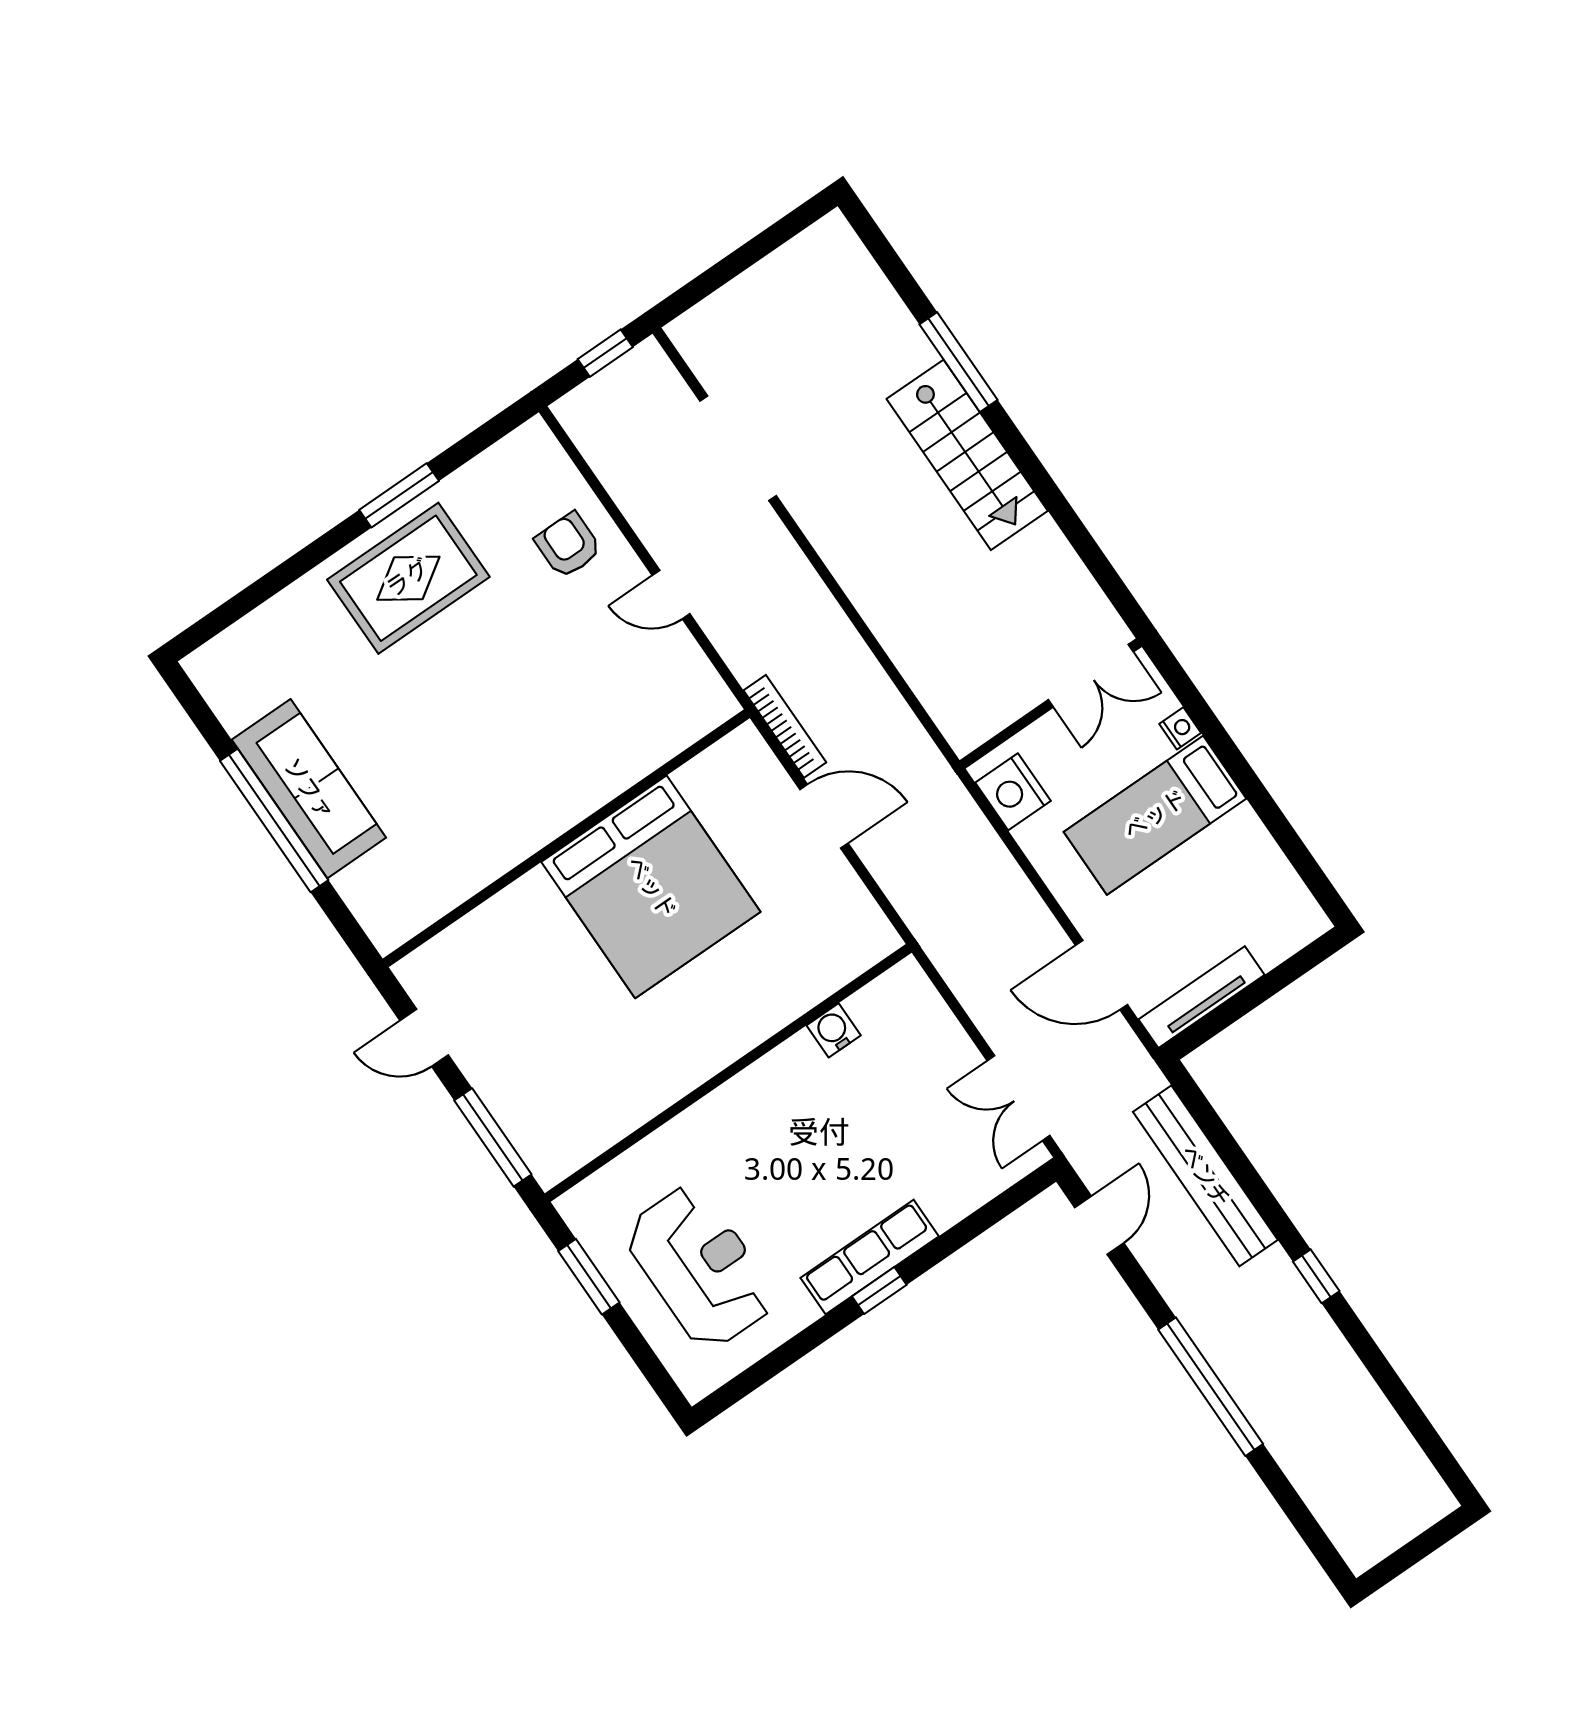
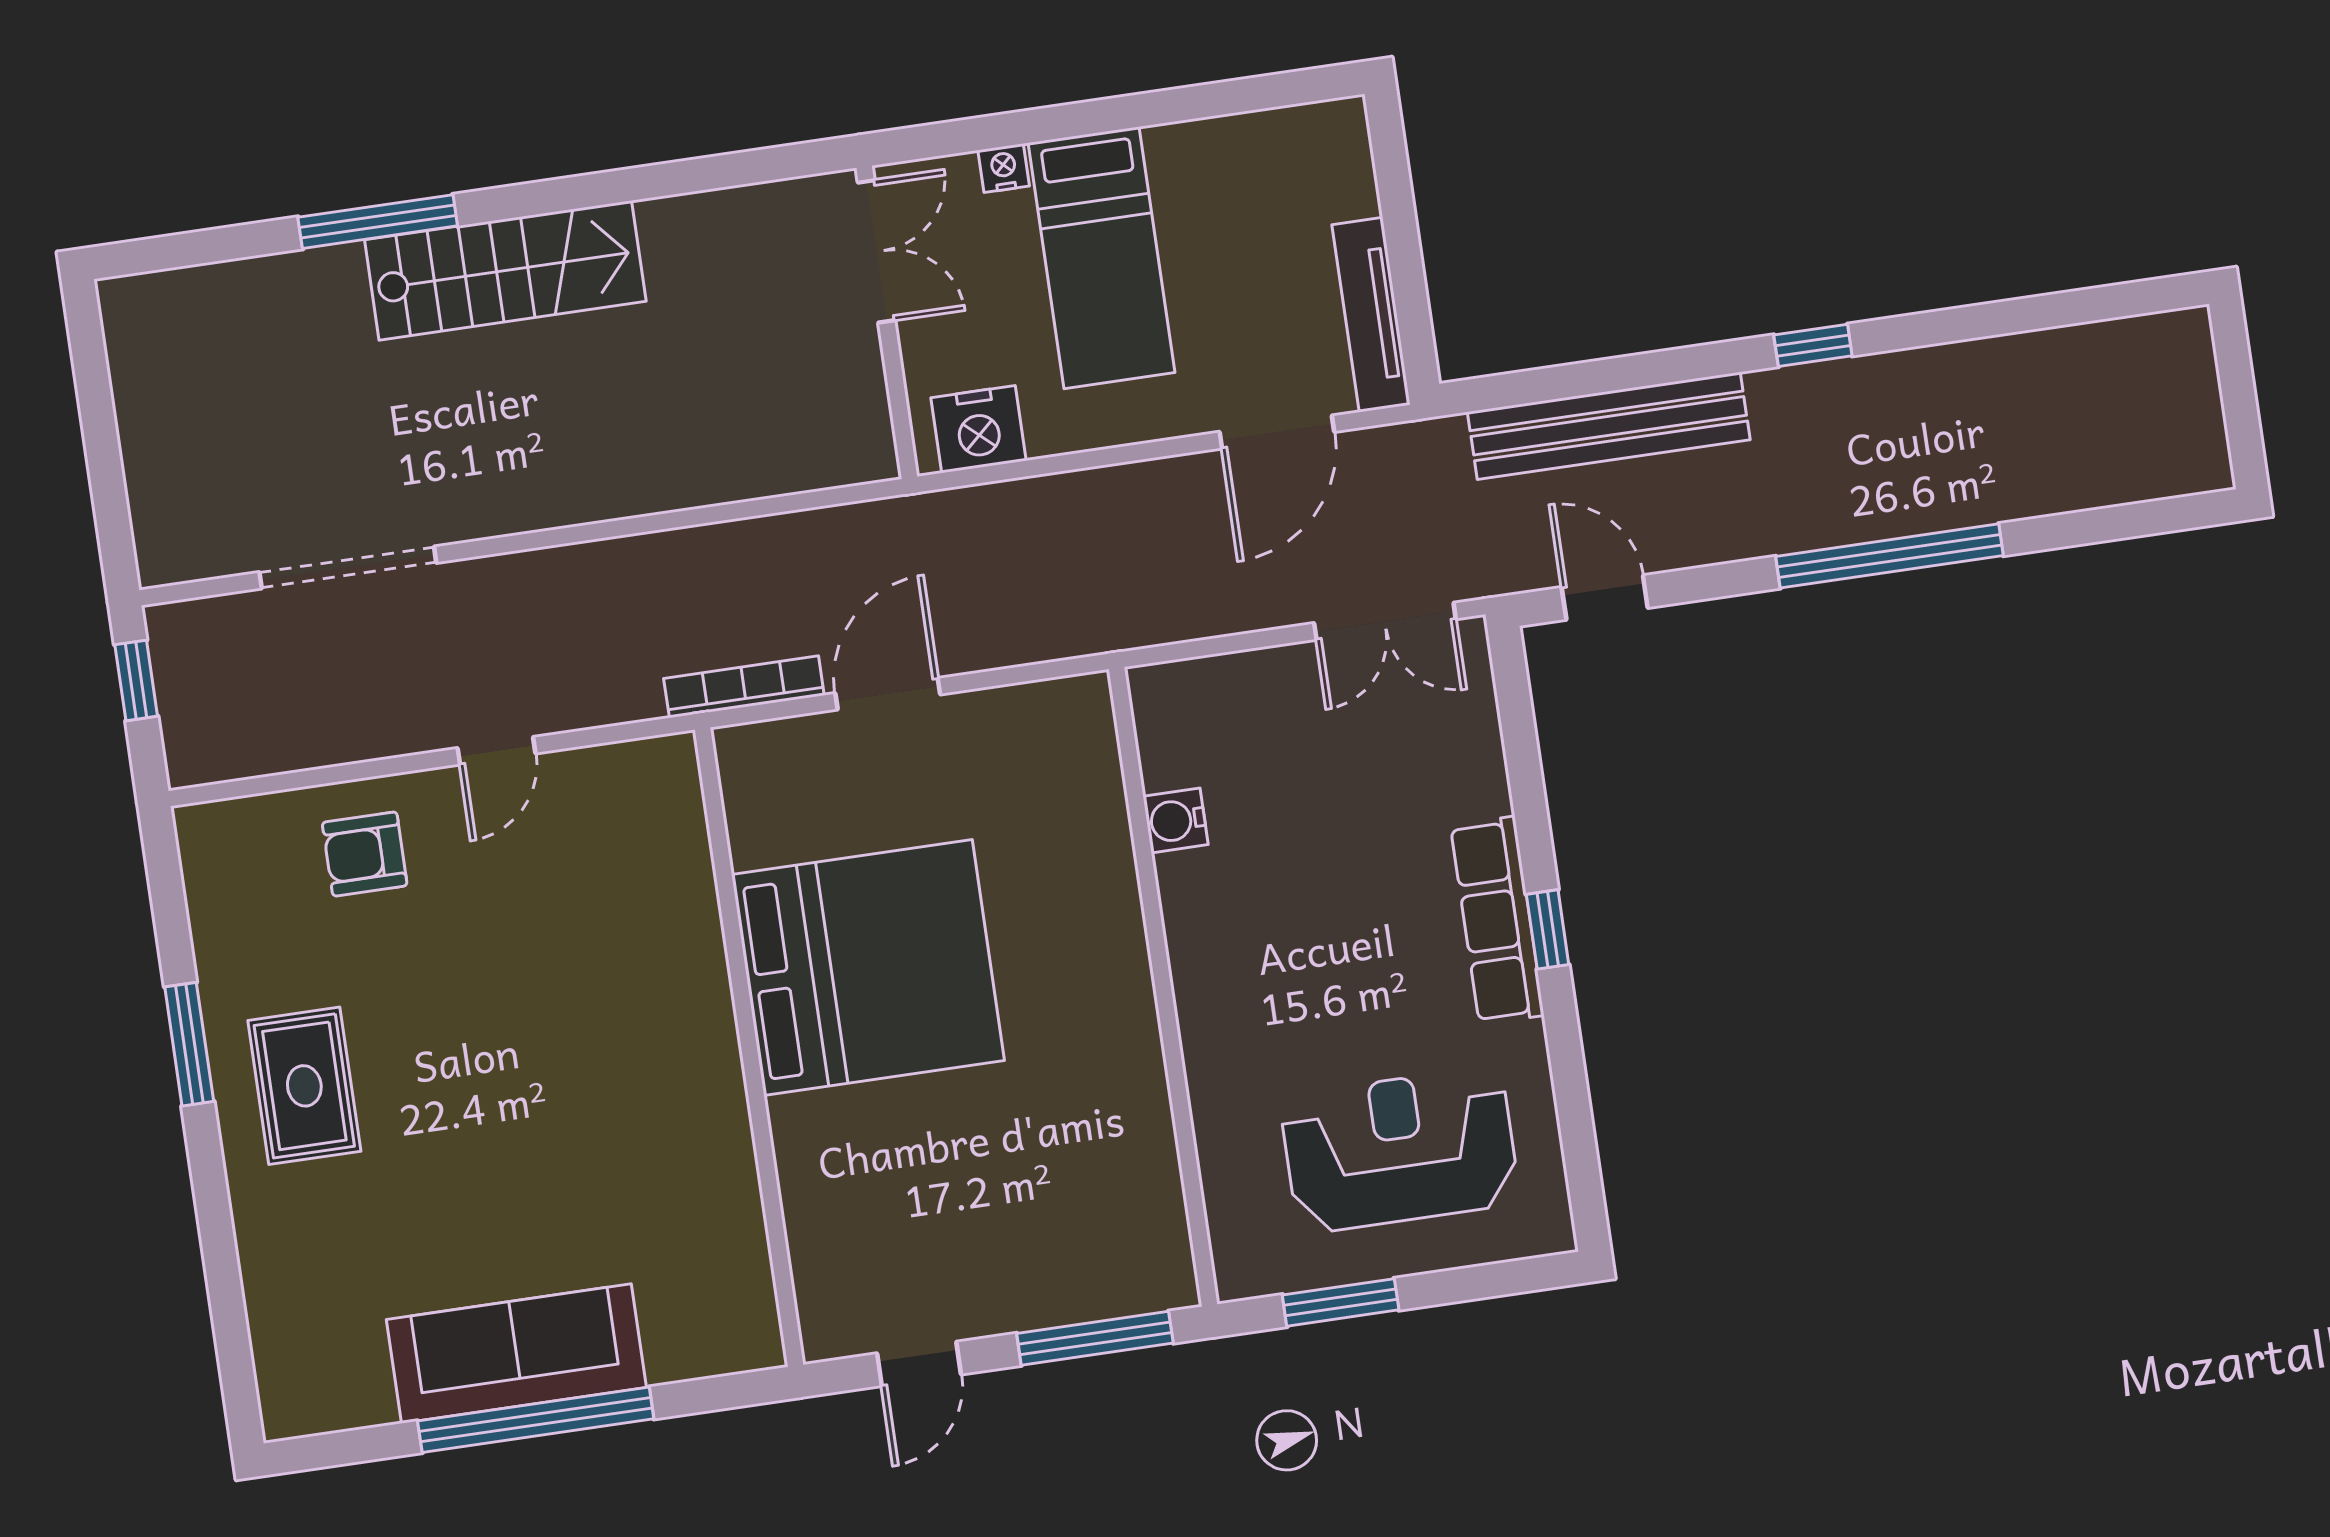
rug: (408, 578) -> (304, 1086), width x0.73, depth x0.70

